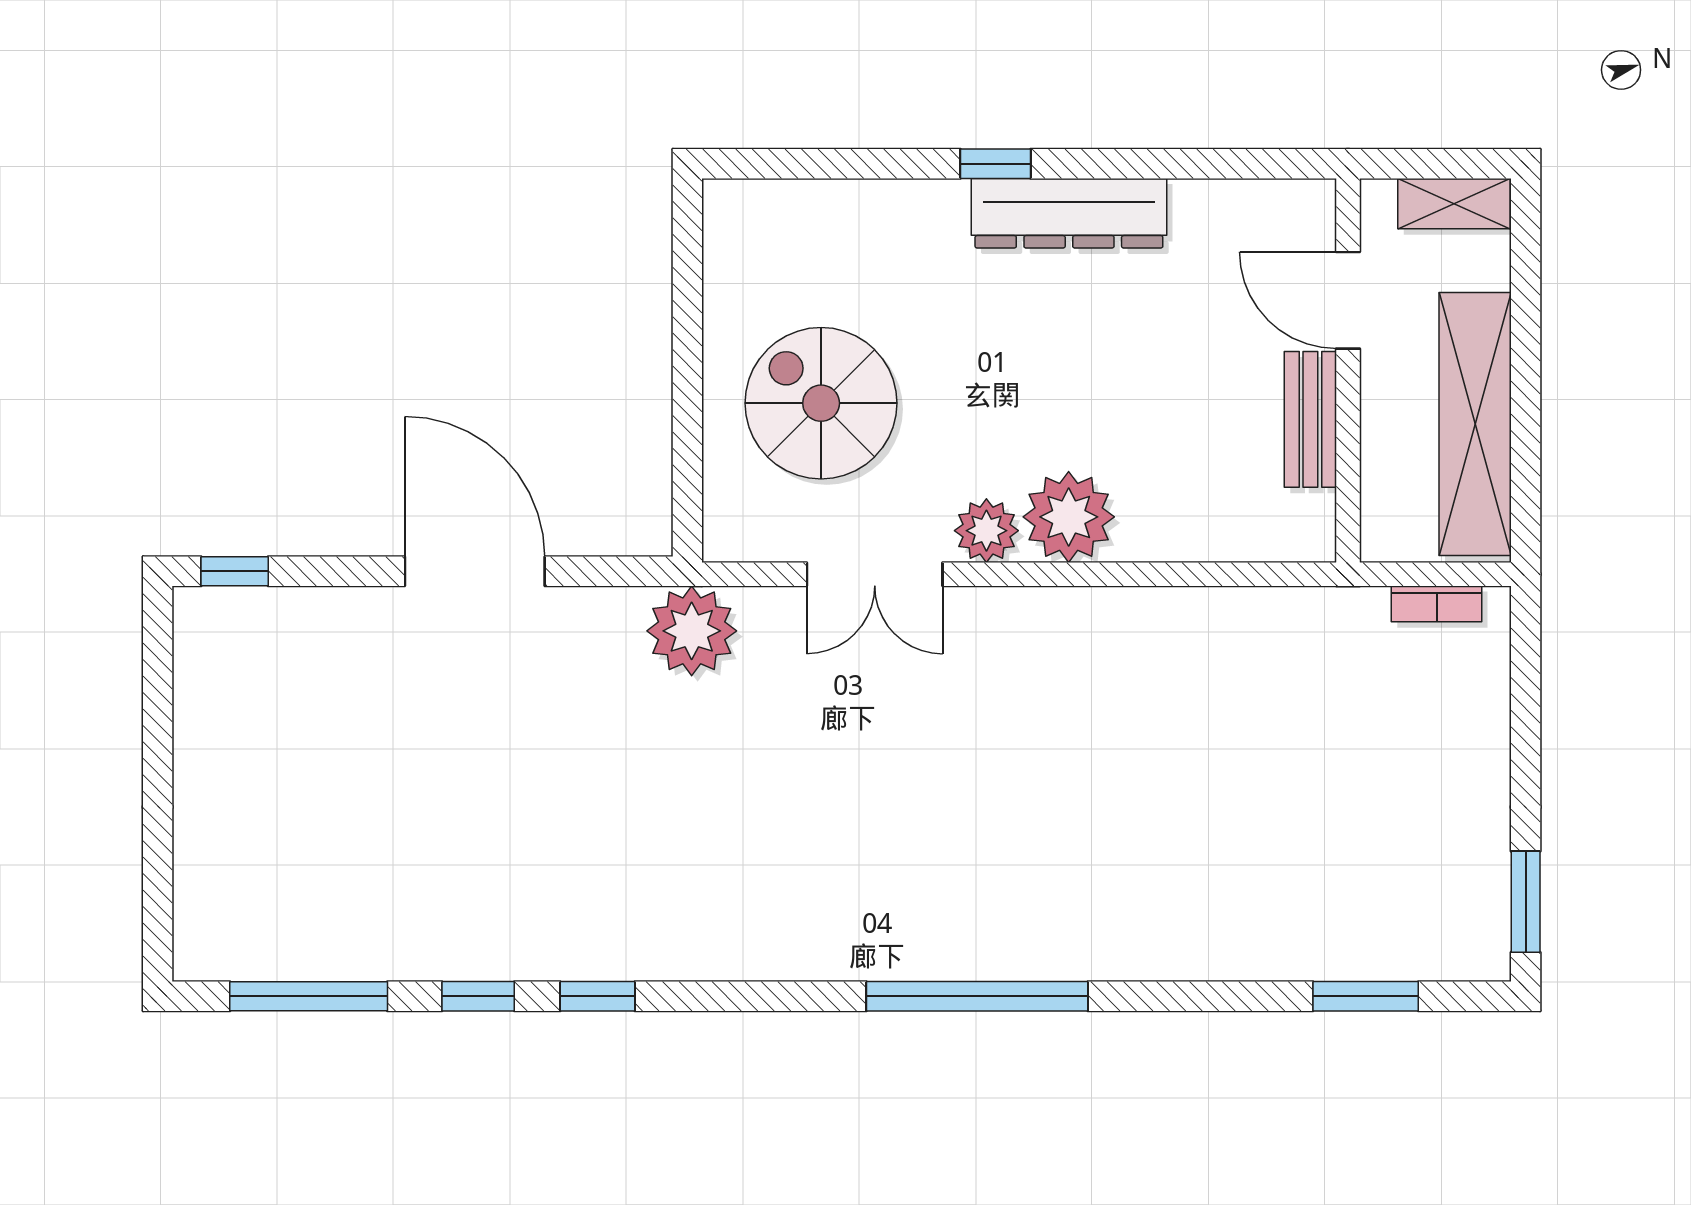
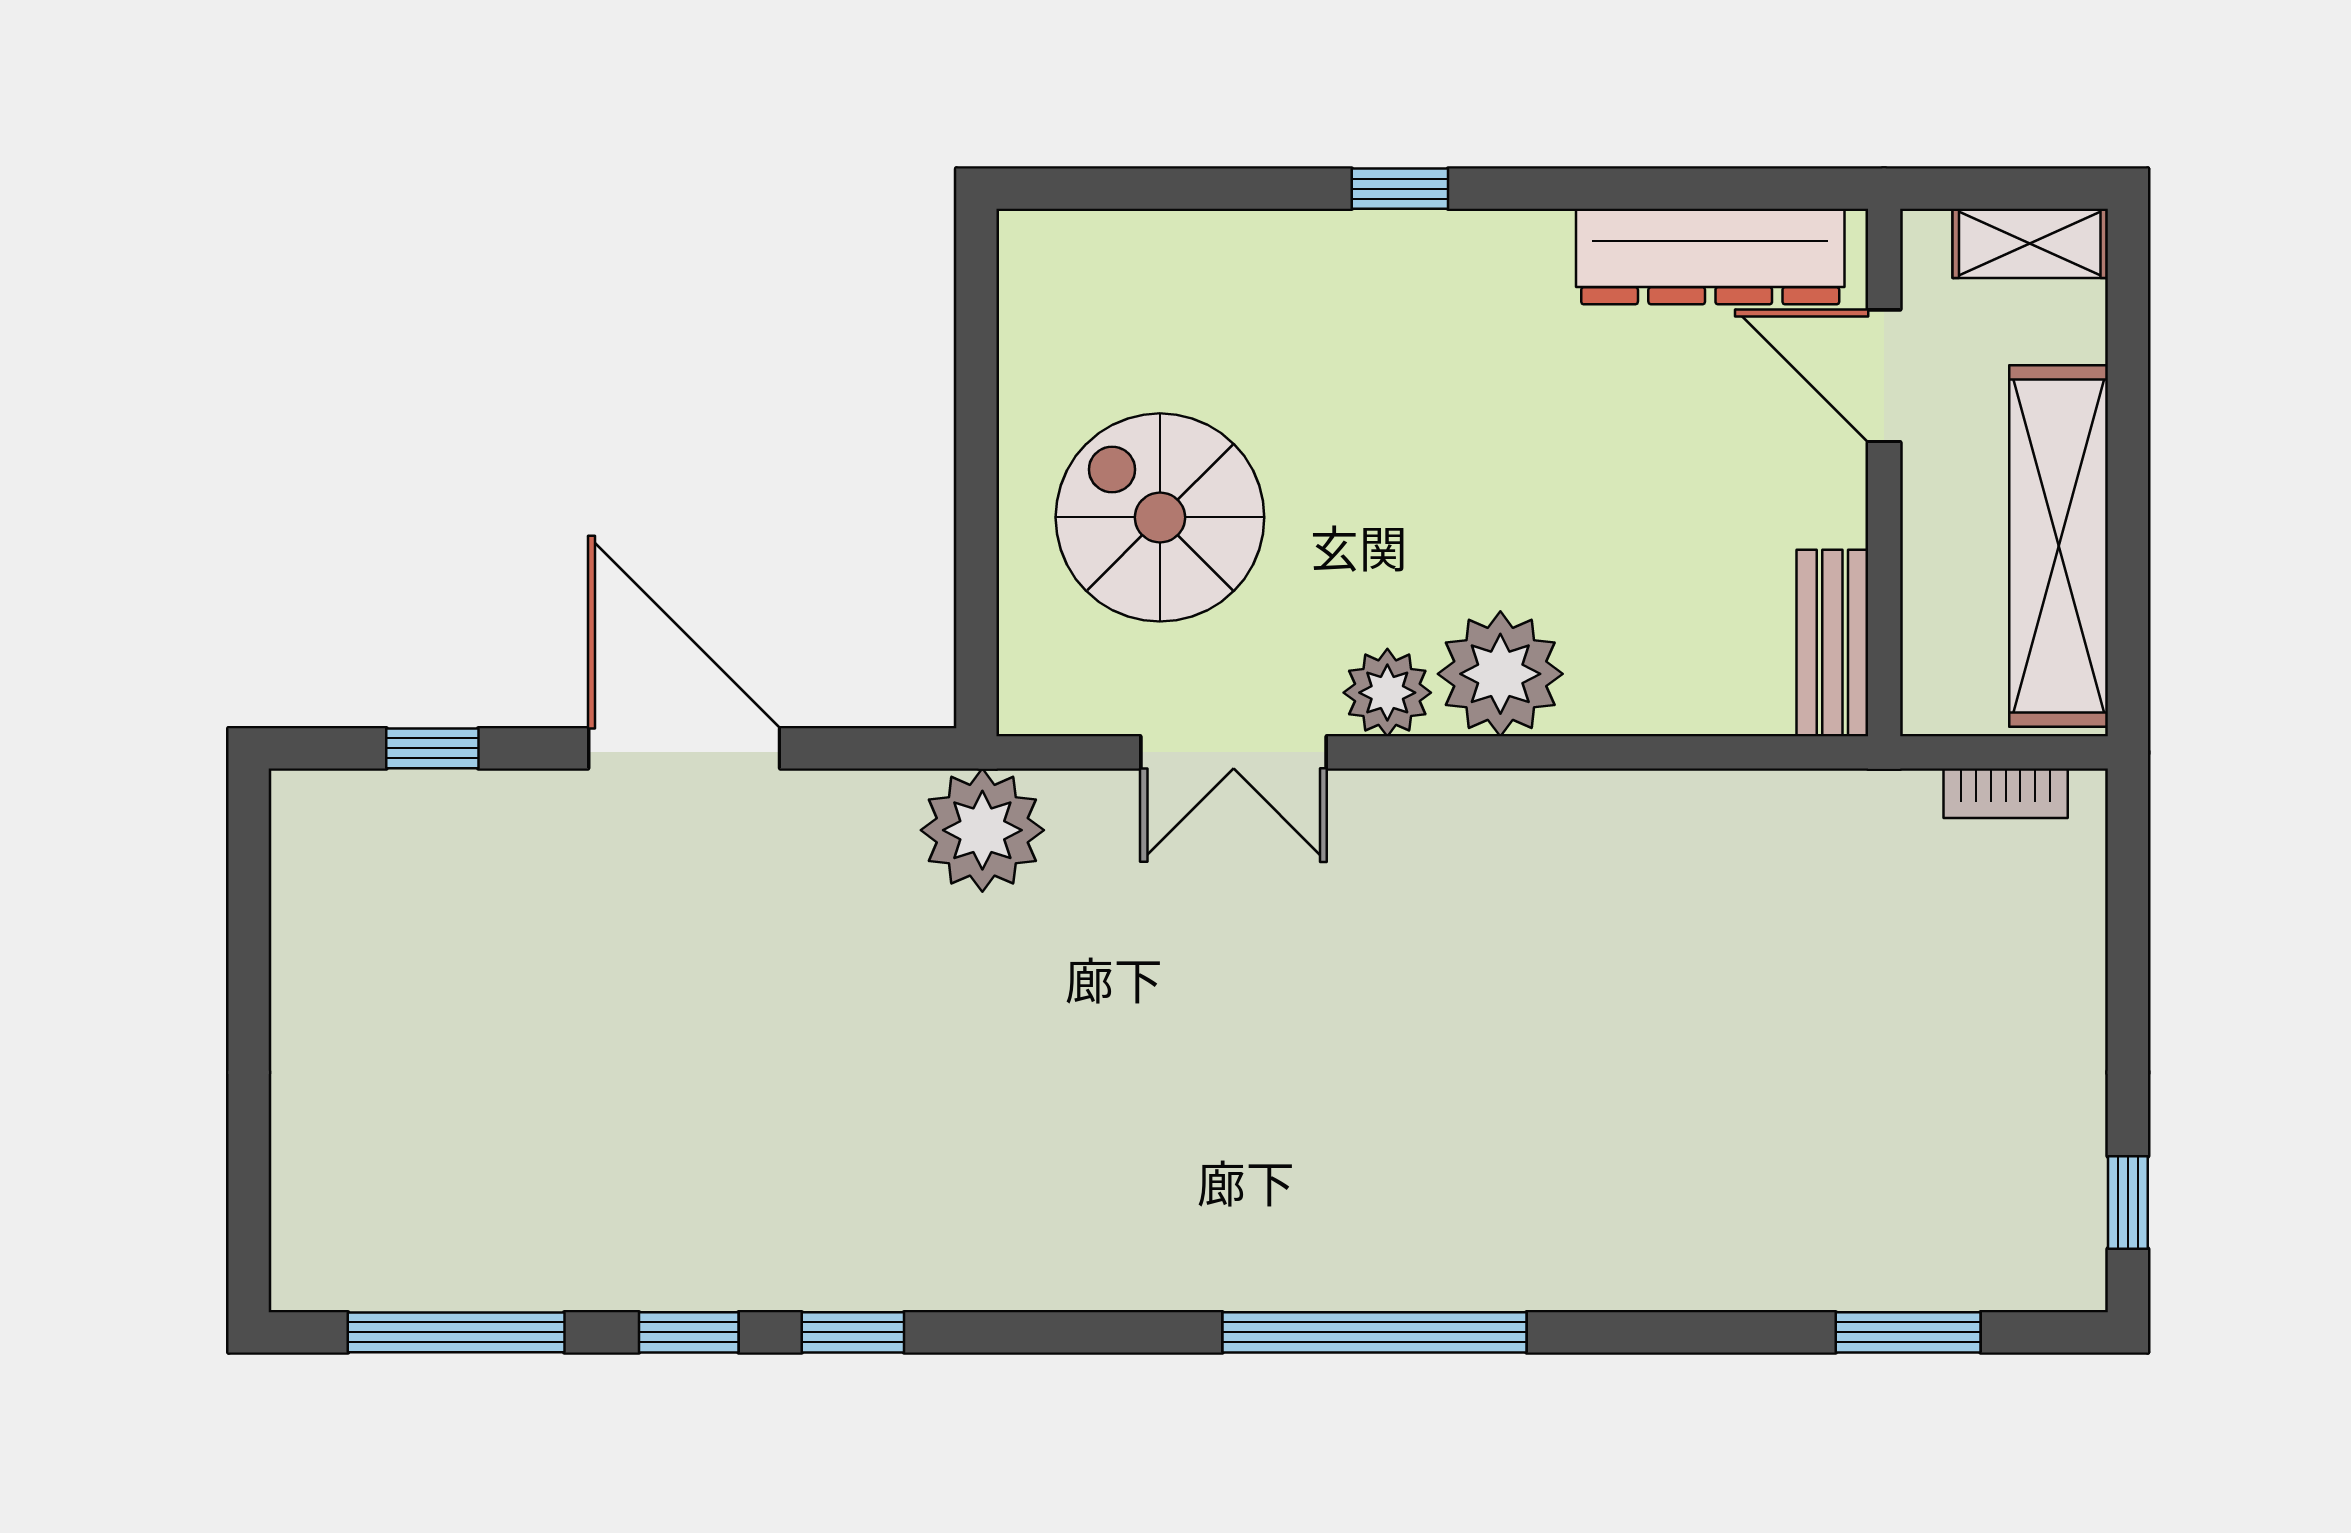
dresser: (1069, 213) -> (1710, 256), moved
bench: (1310, 419) -> (1832, 643), moved
window: (235, 571) -> (432, 748), moved
window: (1526, 902) -> (2128, 1202), width x0.67

